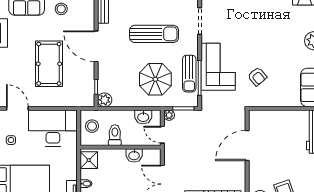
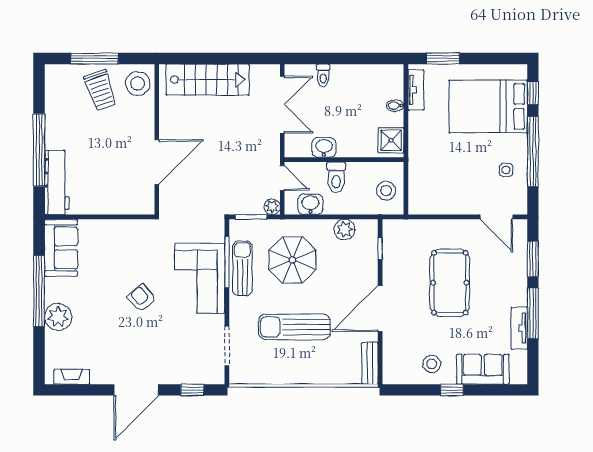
door: (96, 46) -> (380, 309), swing flipped
armchair: (257, 77) -> (142, 298), moved
plant: (105, 100) -> (344, 229), moved
desk: (53, 128) -> (444, 188), removed
toilet: (115, 135) -> (336, 177), moved

